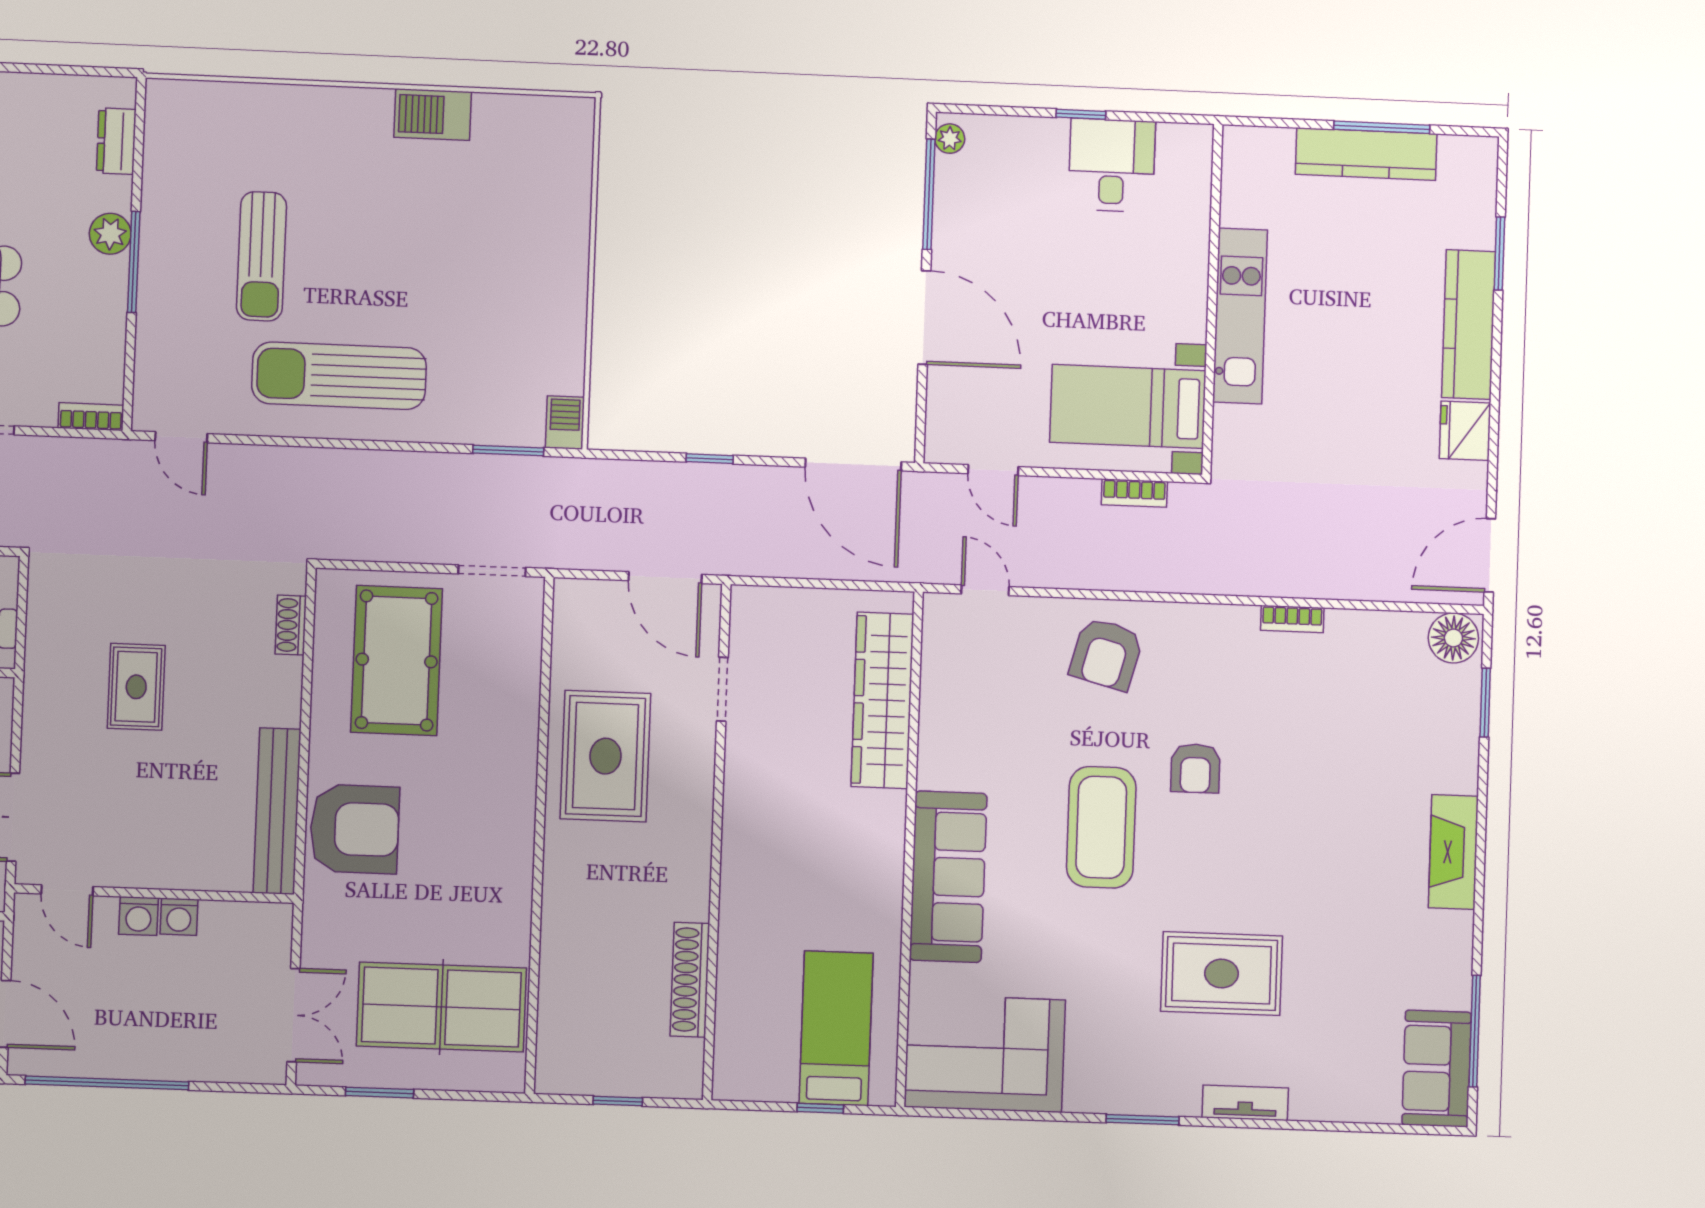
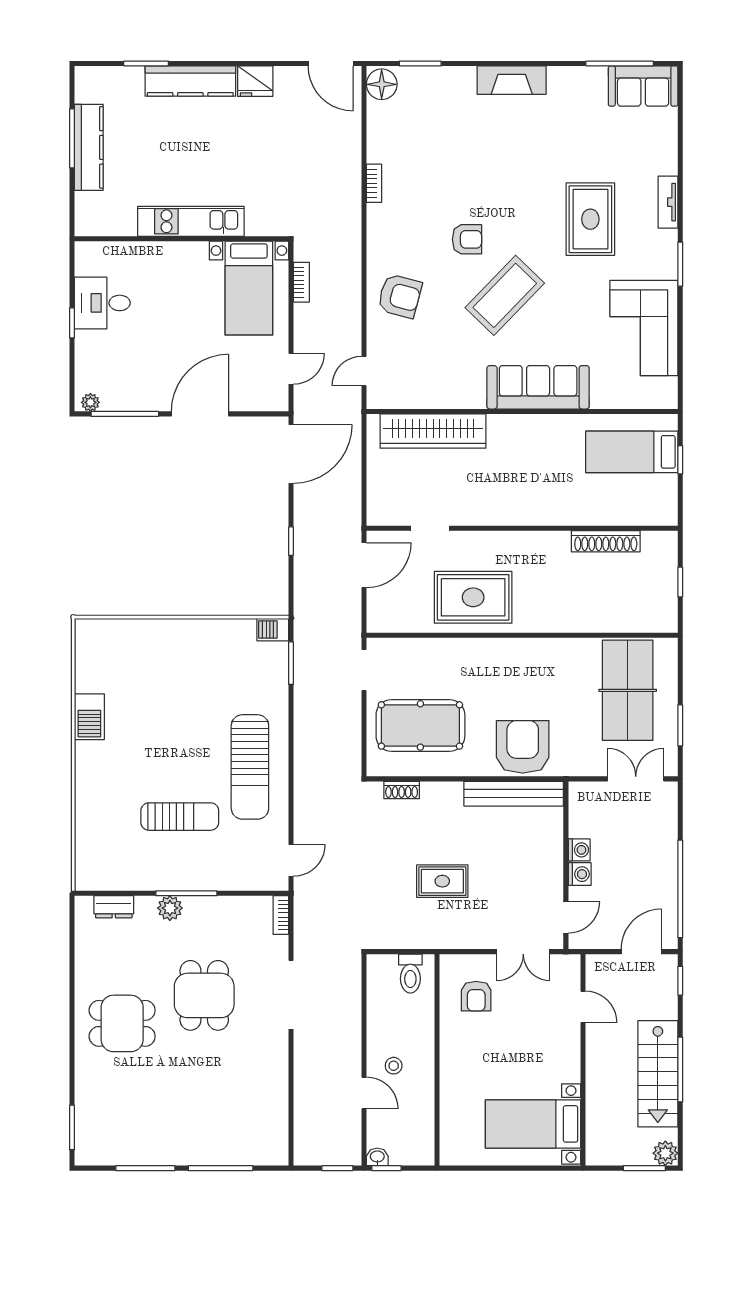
coffee table: (1101, 827) -> (505, 295), turned -46
corner sofa: (985, 1053) -> (644, 328), moved

